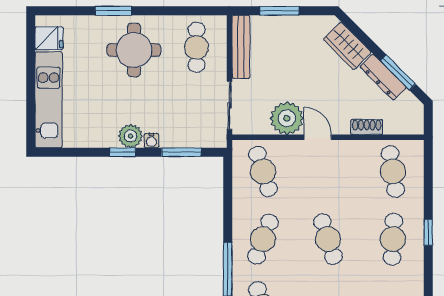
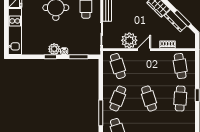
door: (318, 137) -> (144, 50), hinge flipped

